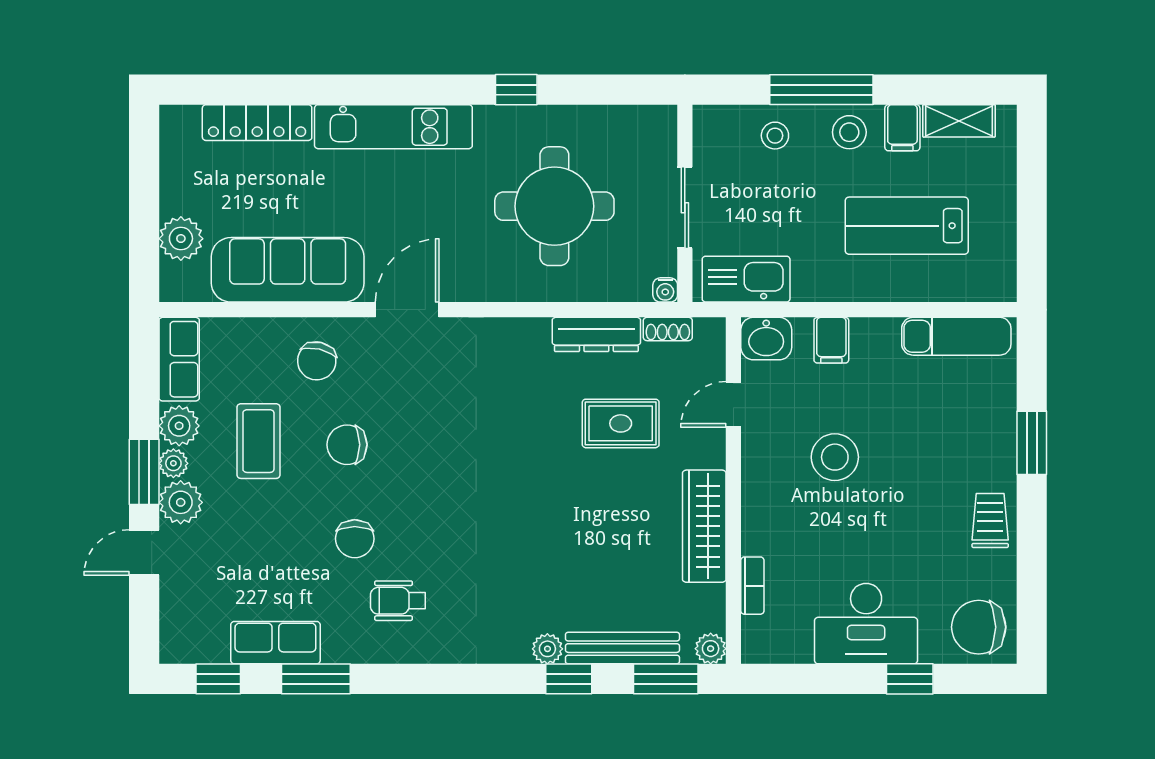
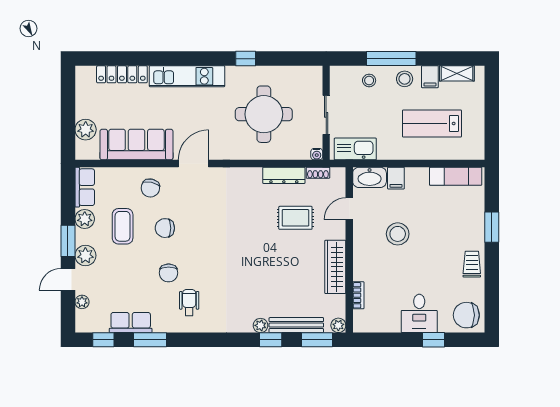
washbasin: (766, 339) -> (370, 177), width x1.38
plant: (173, 463) -> (82, 302), moved
wheelchair: (398, 601) -> (189, 302), turned 90
desk: (866, 624) -> (419, 313), width x0.73

